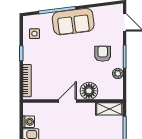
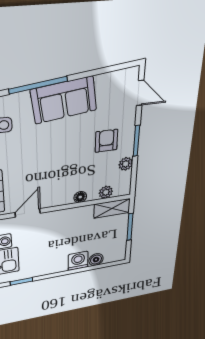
floor lamp: (89, 91) -> (80, 197), width x0.53, depth x0.53
plant: (104, 94) -> (106, 192), added
door: (67, 101) -> (28, 213), moved

